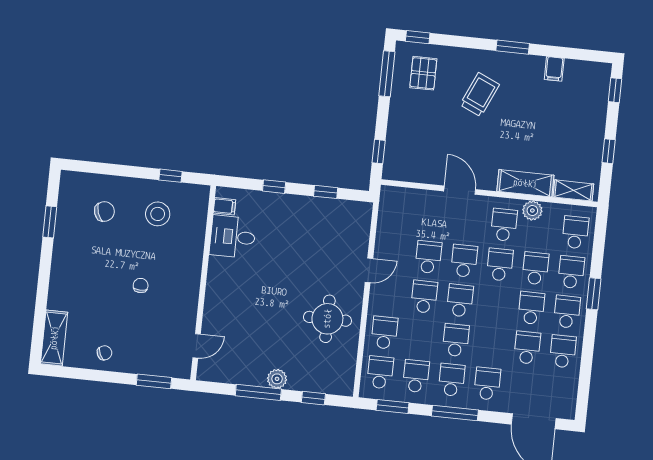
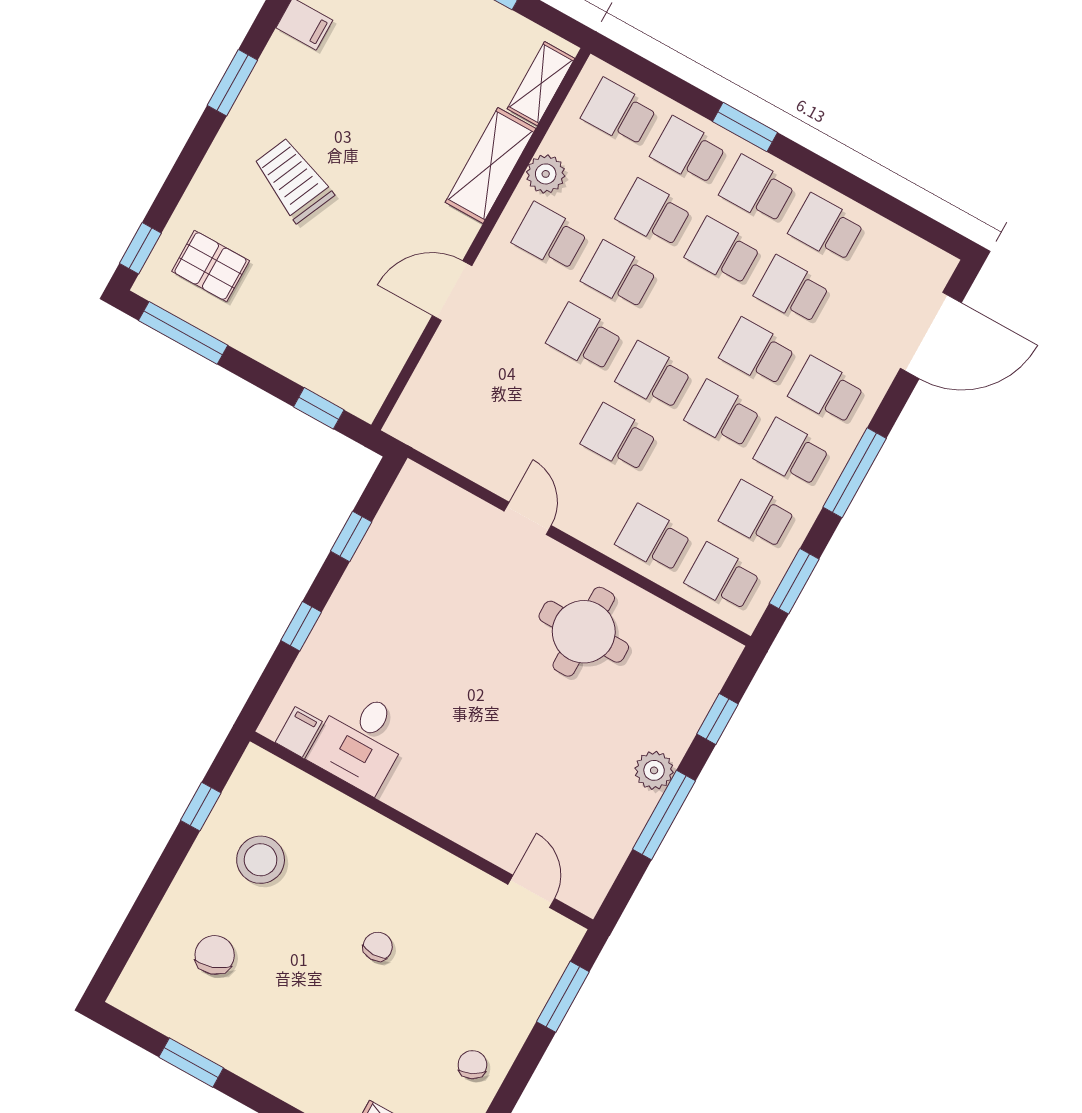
school desk: (428, 257) -> (757, 352), moved
chair: (141, 286) -> (378, 947), turned 90

